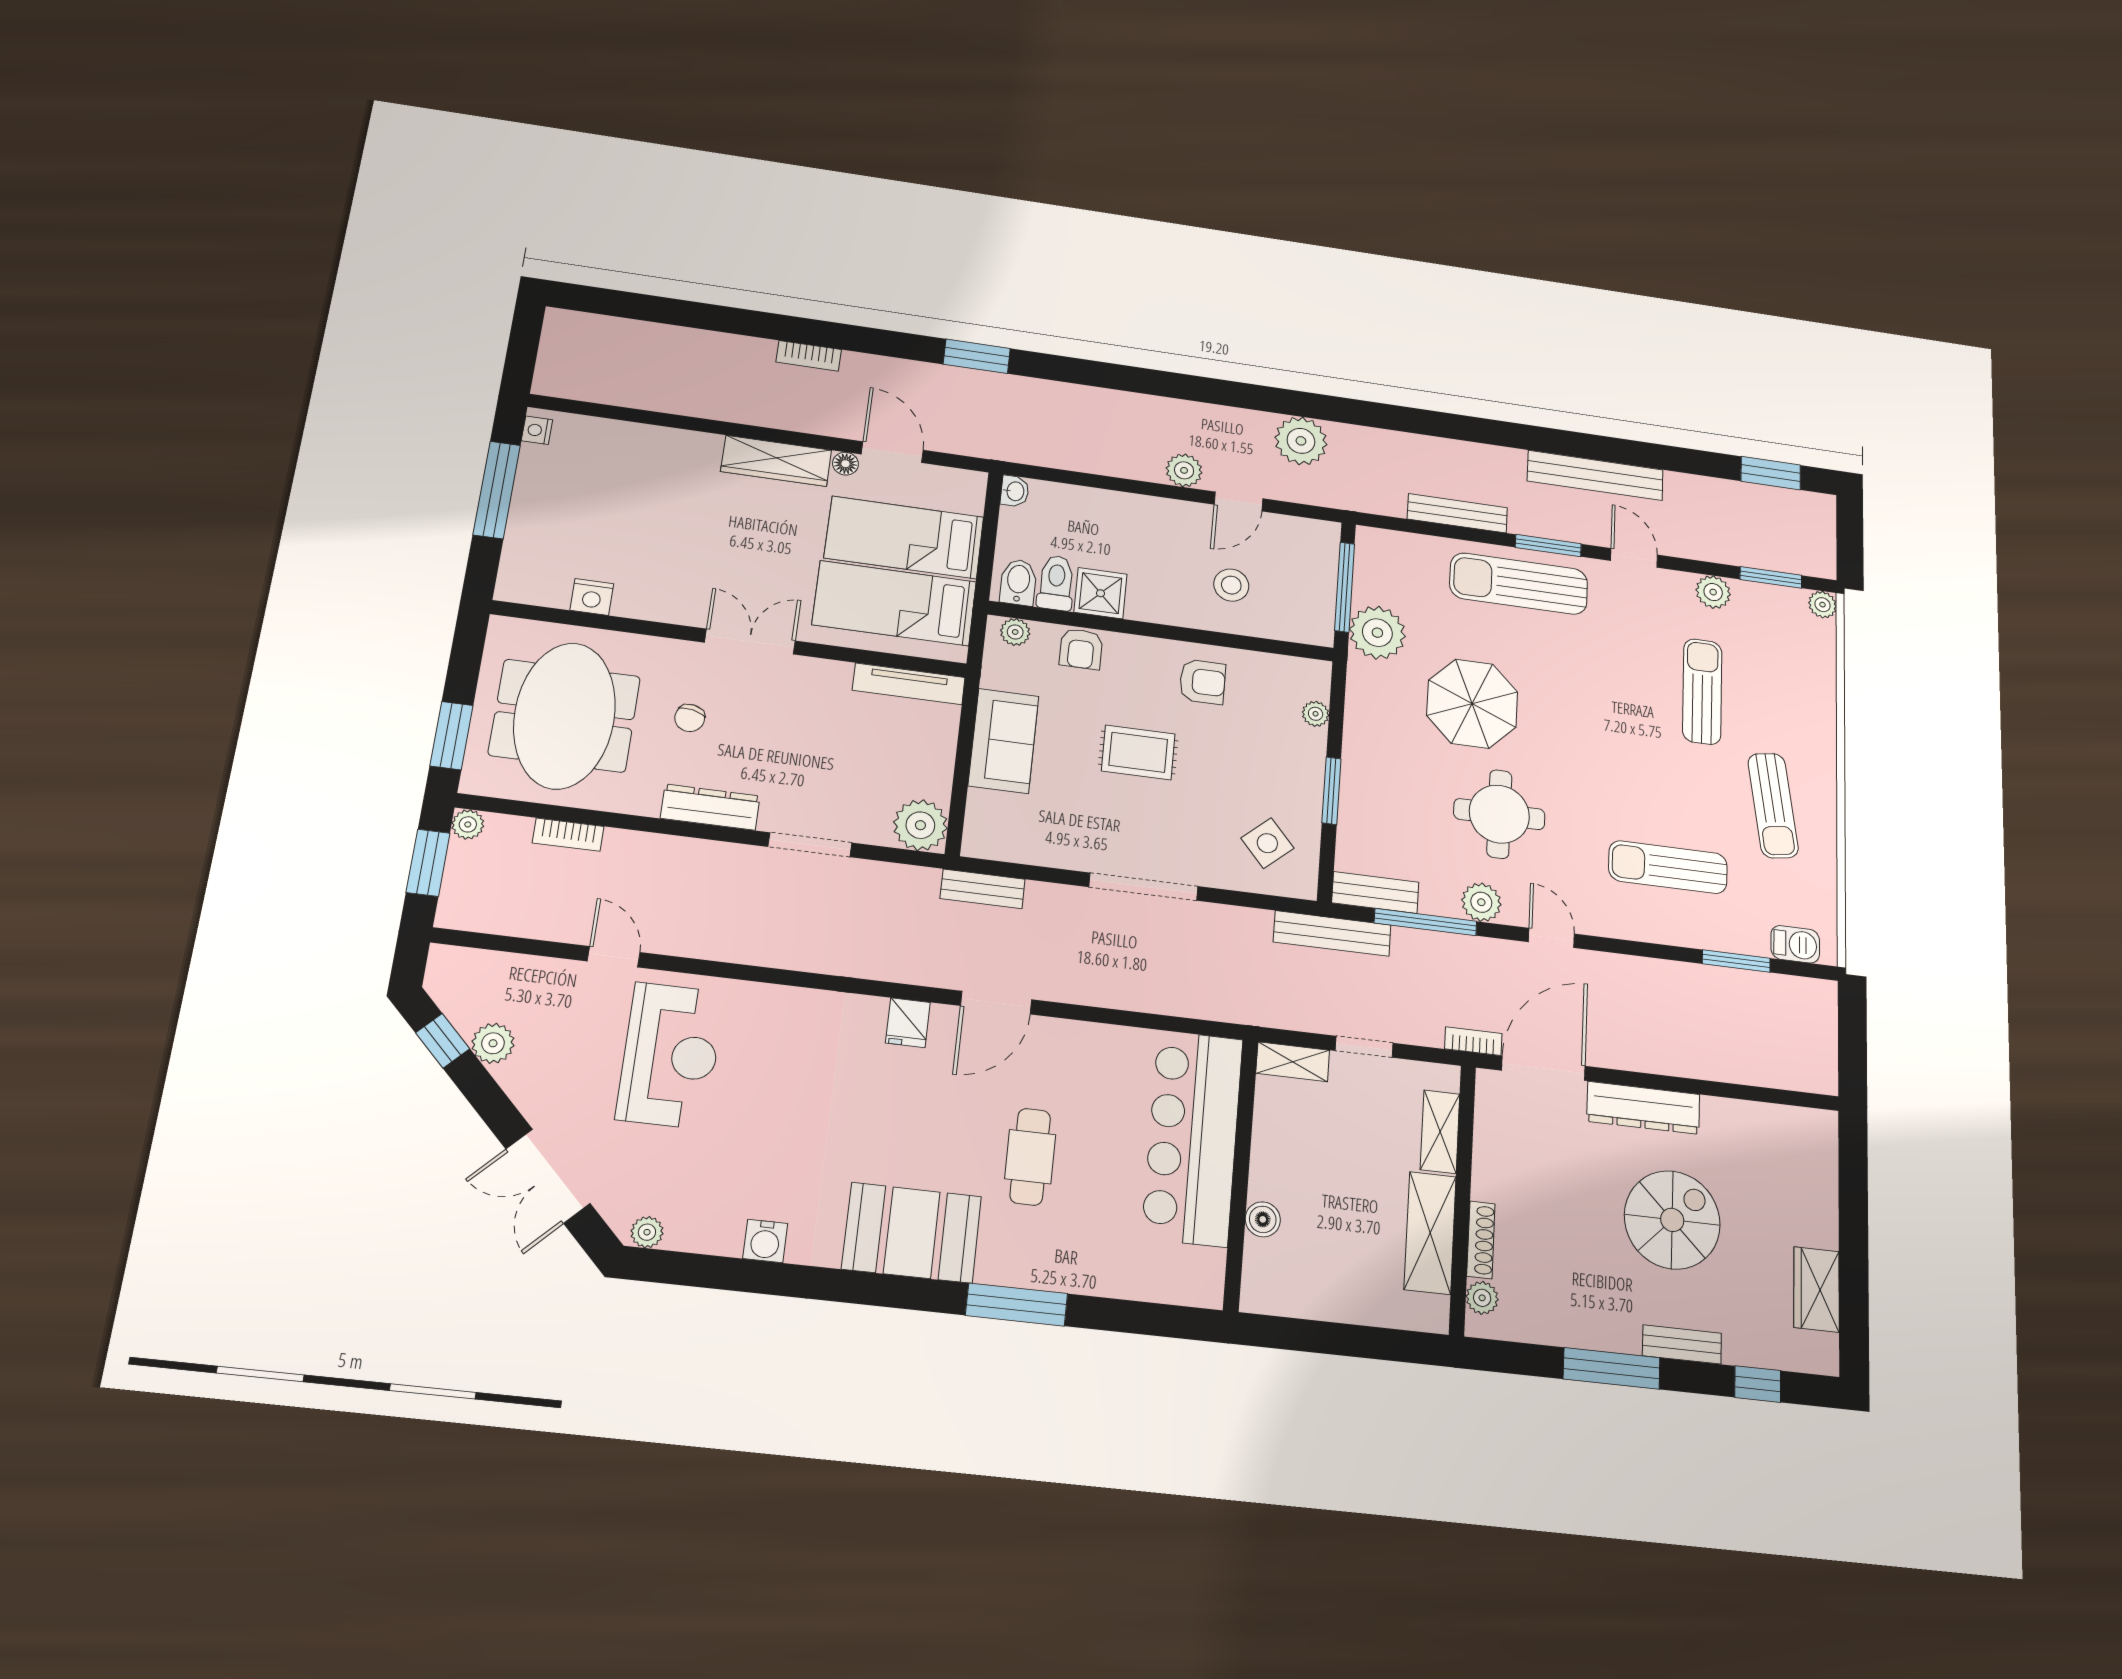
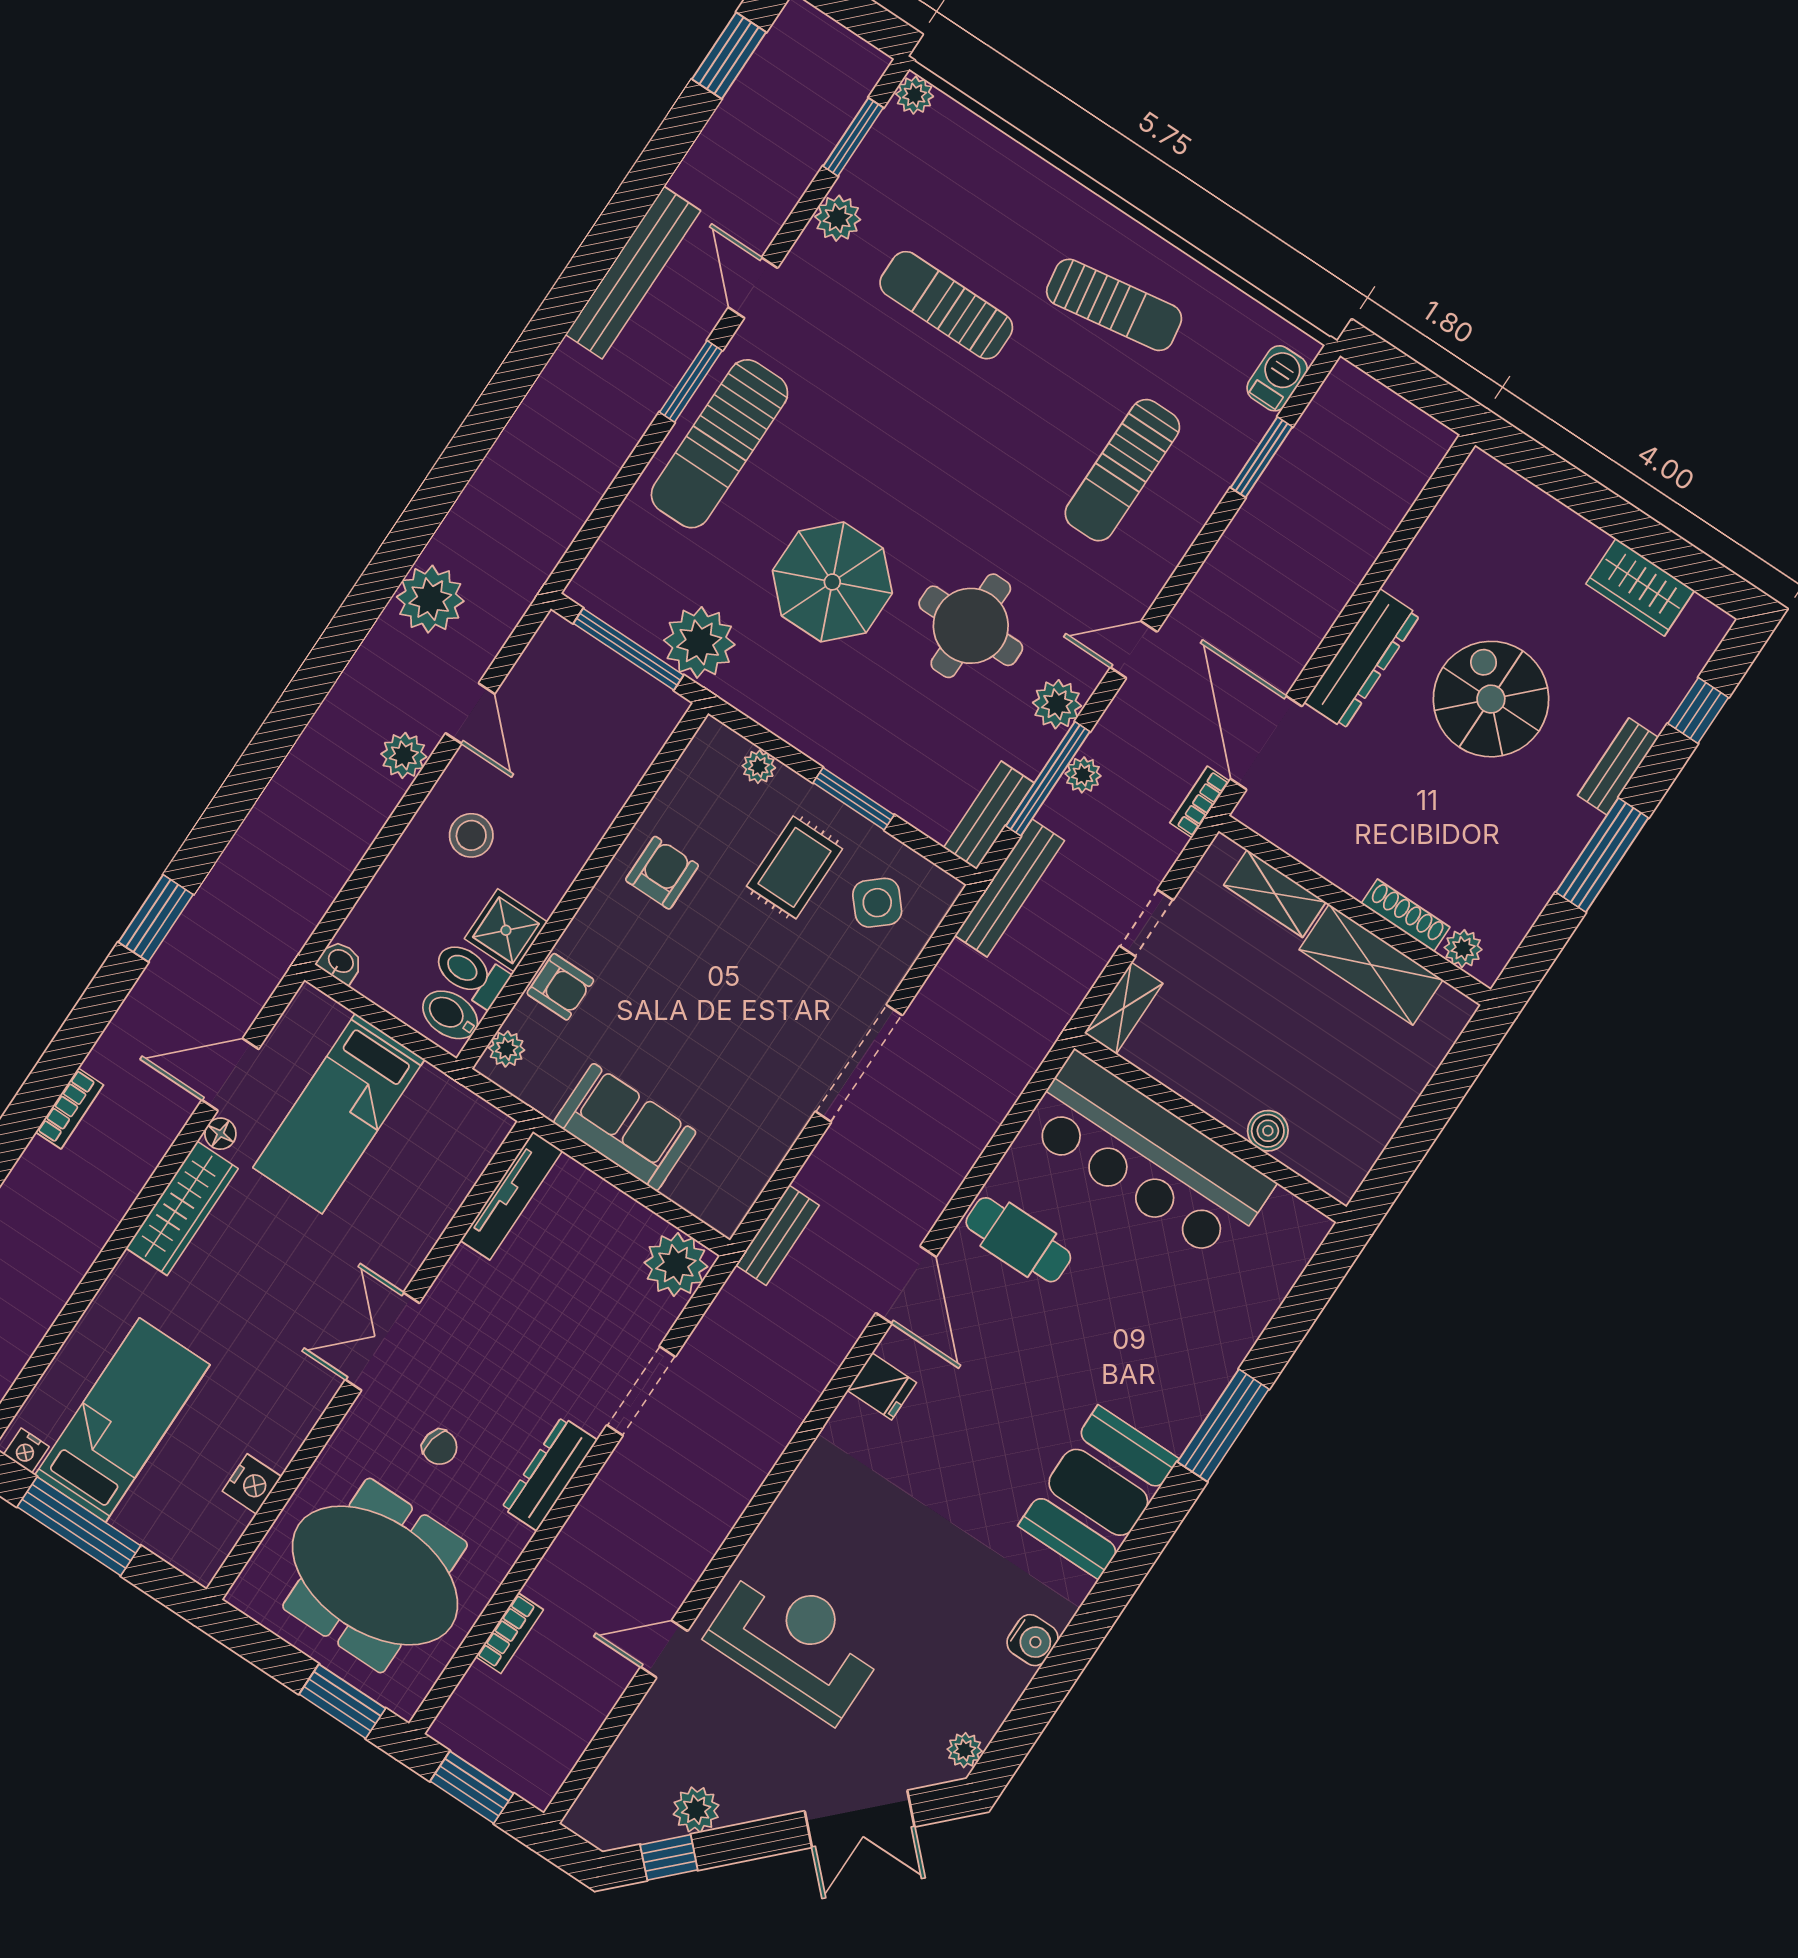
bench: (1457, 513) -> (602, 466), removed
door: (1634, 558) -> (753, 288), hinge flipped
stool: (1231, 585) -> (471, 835), moved
bed: (894, 603) -> (122, 1420), moved, turned 180
rug: (1138, 752) -> (795, 867), moved
plant: (468, 824) -> (1083, 775), moved
cafe table: (1030, 1157) -> (1018, 1240), moved

